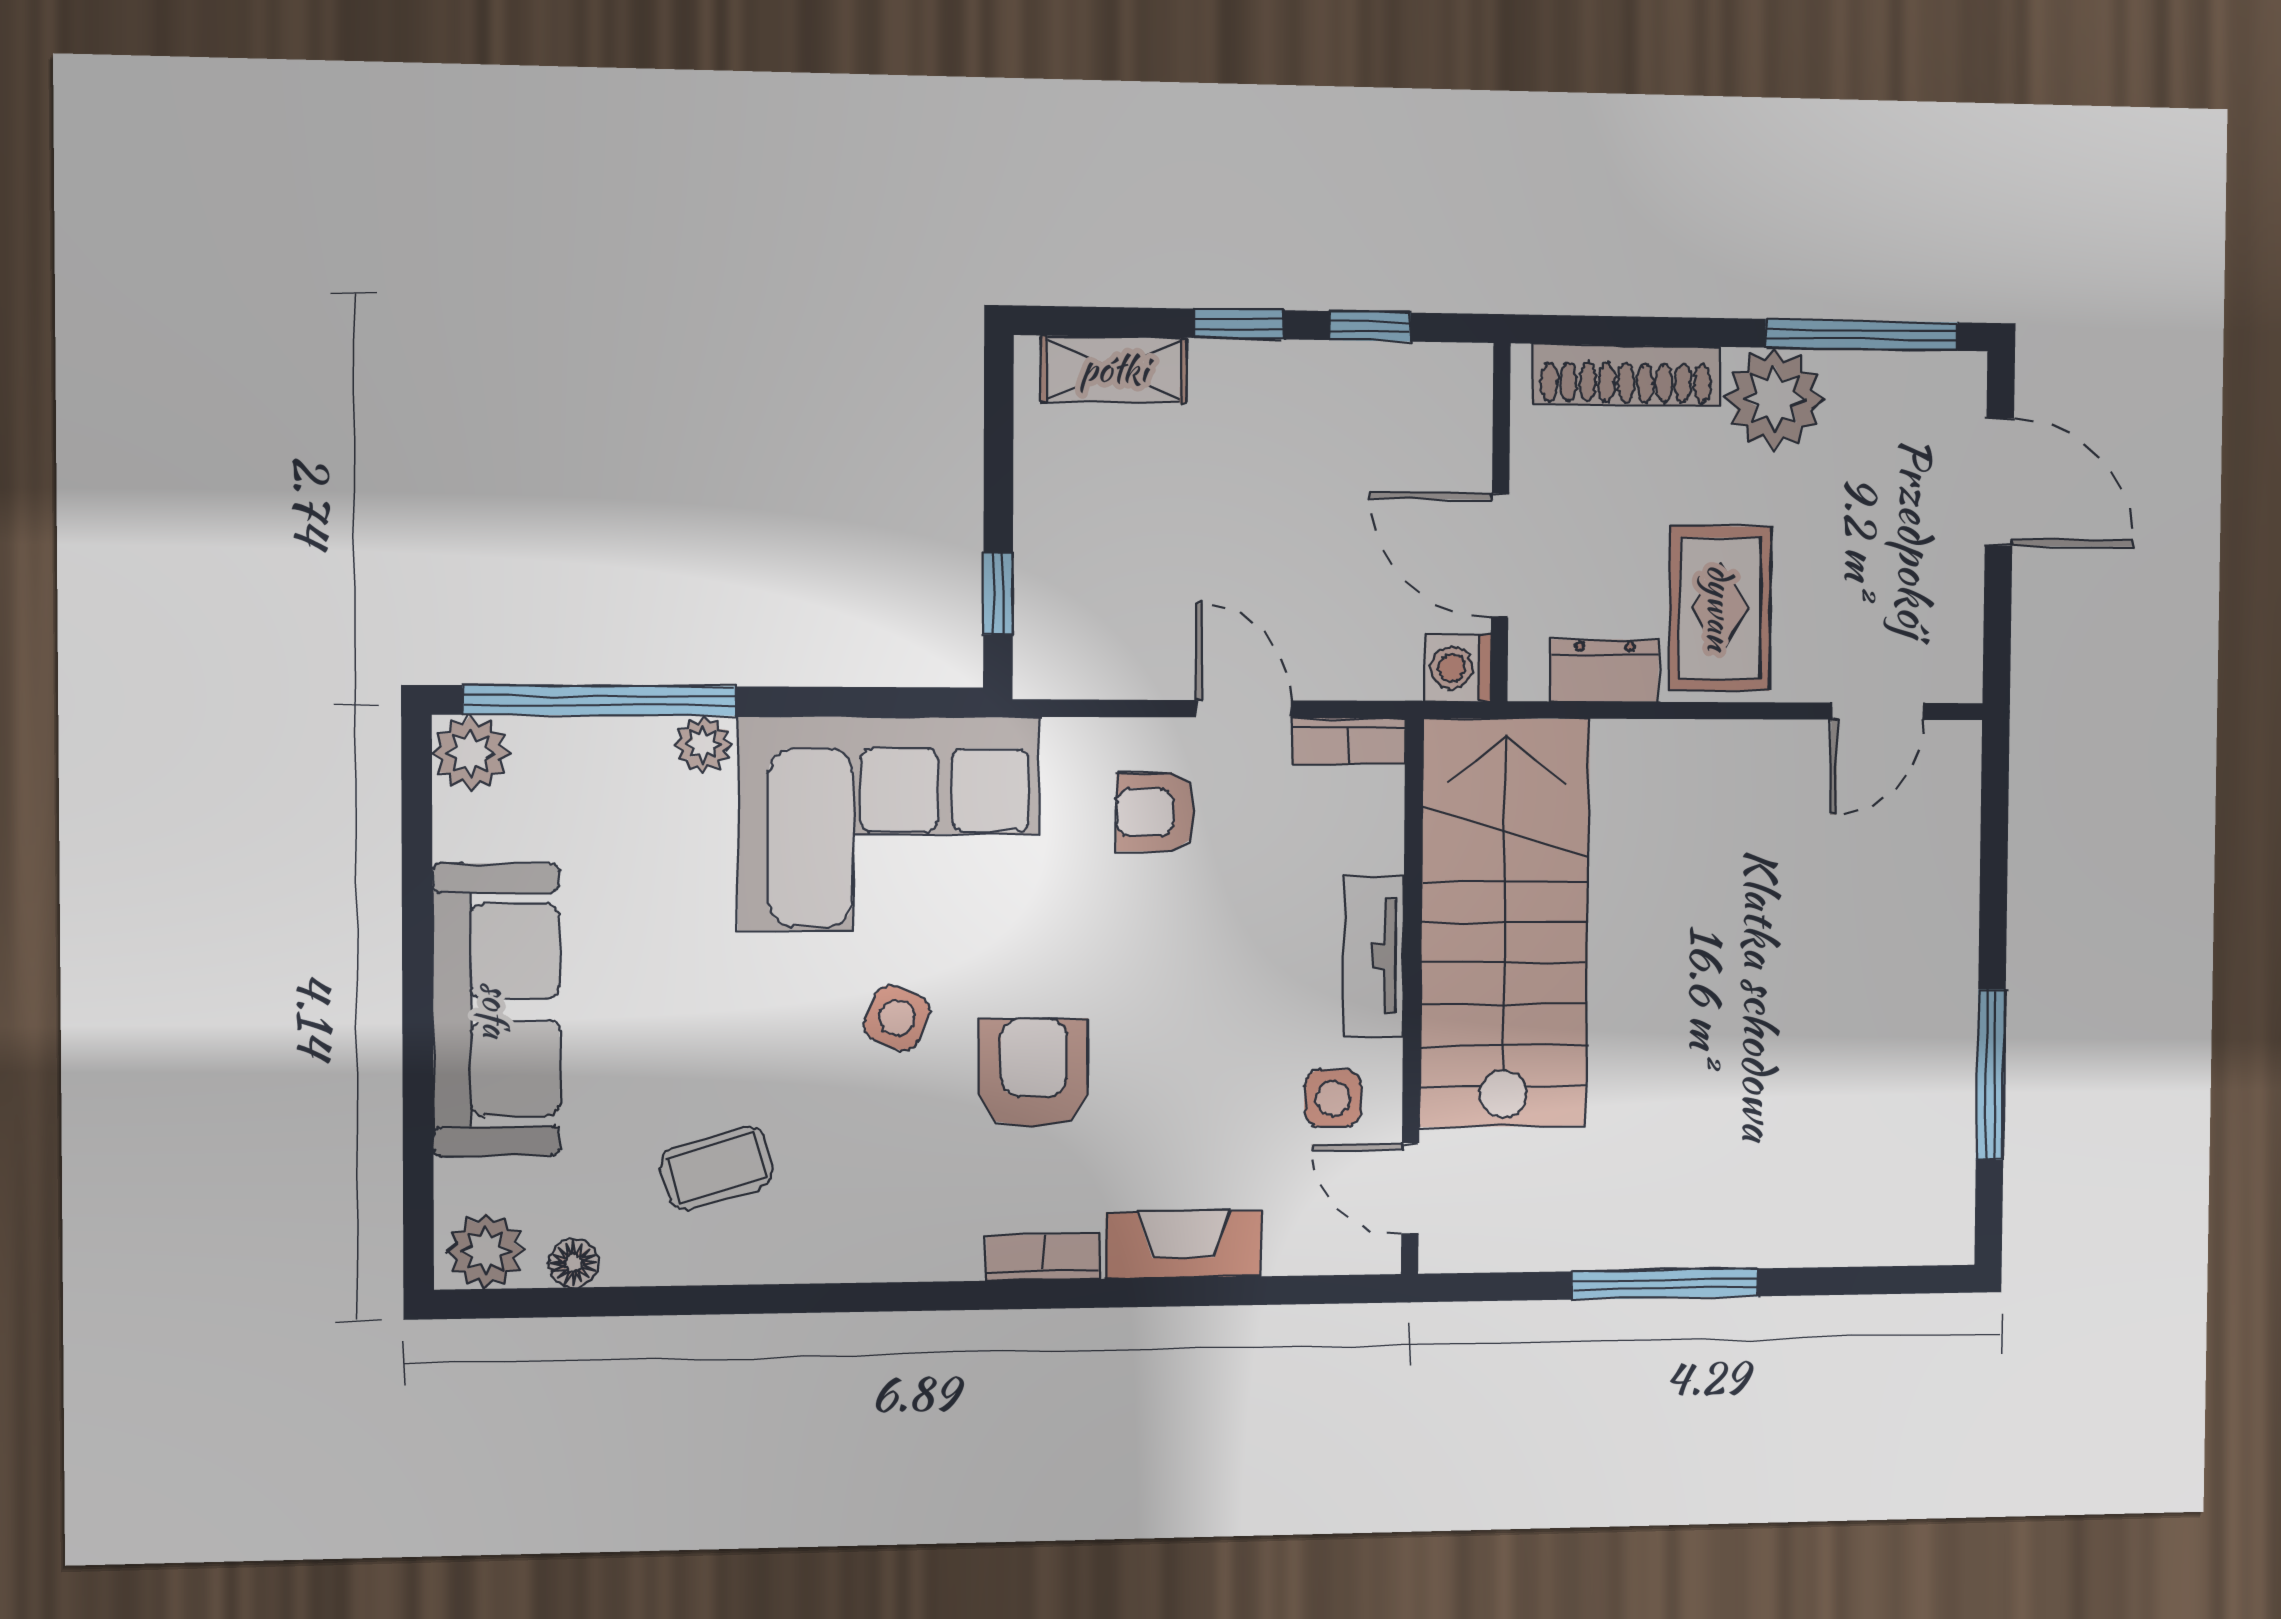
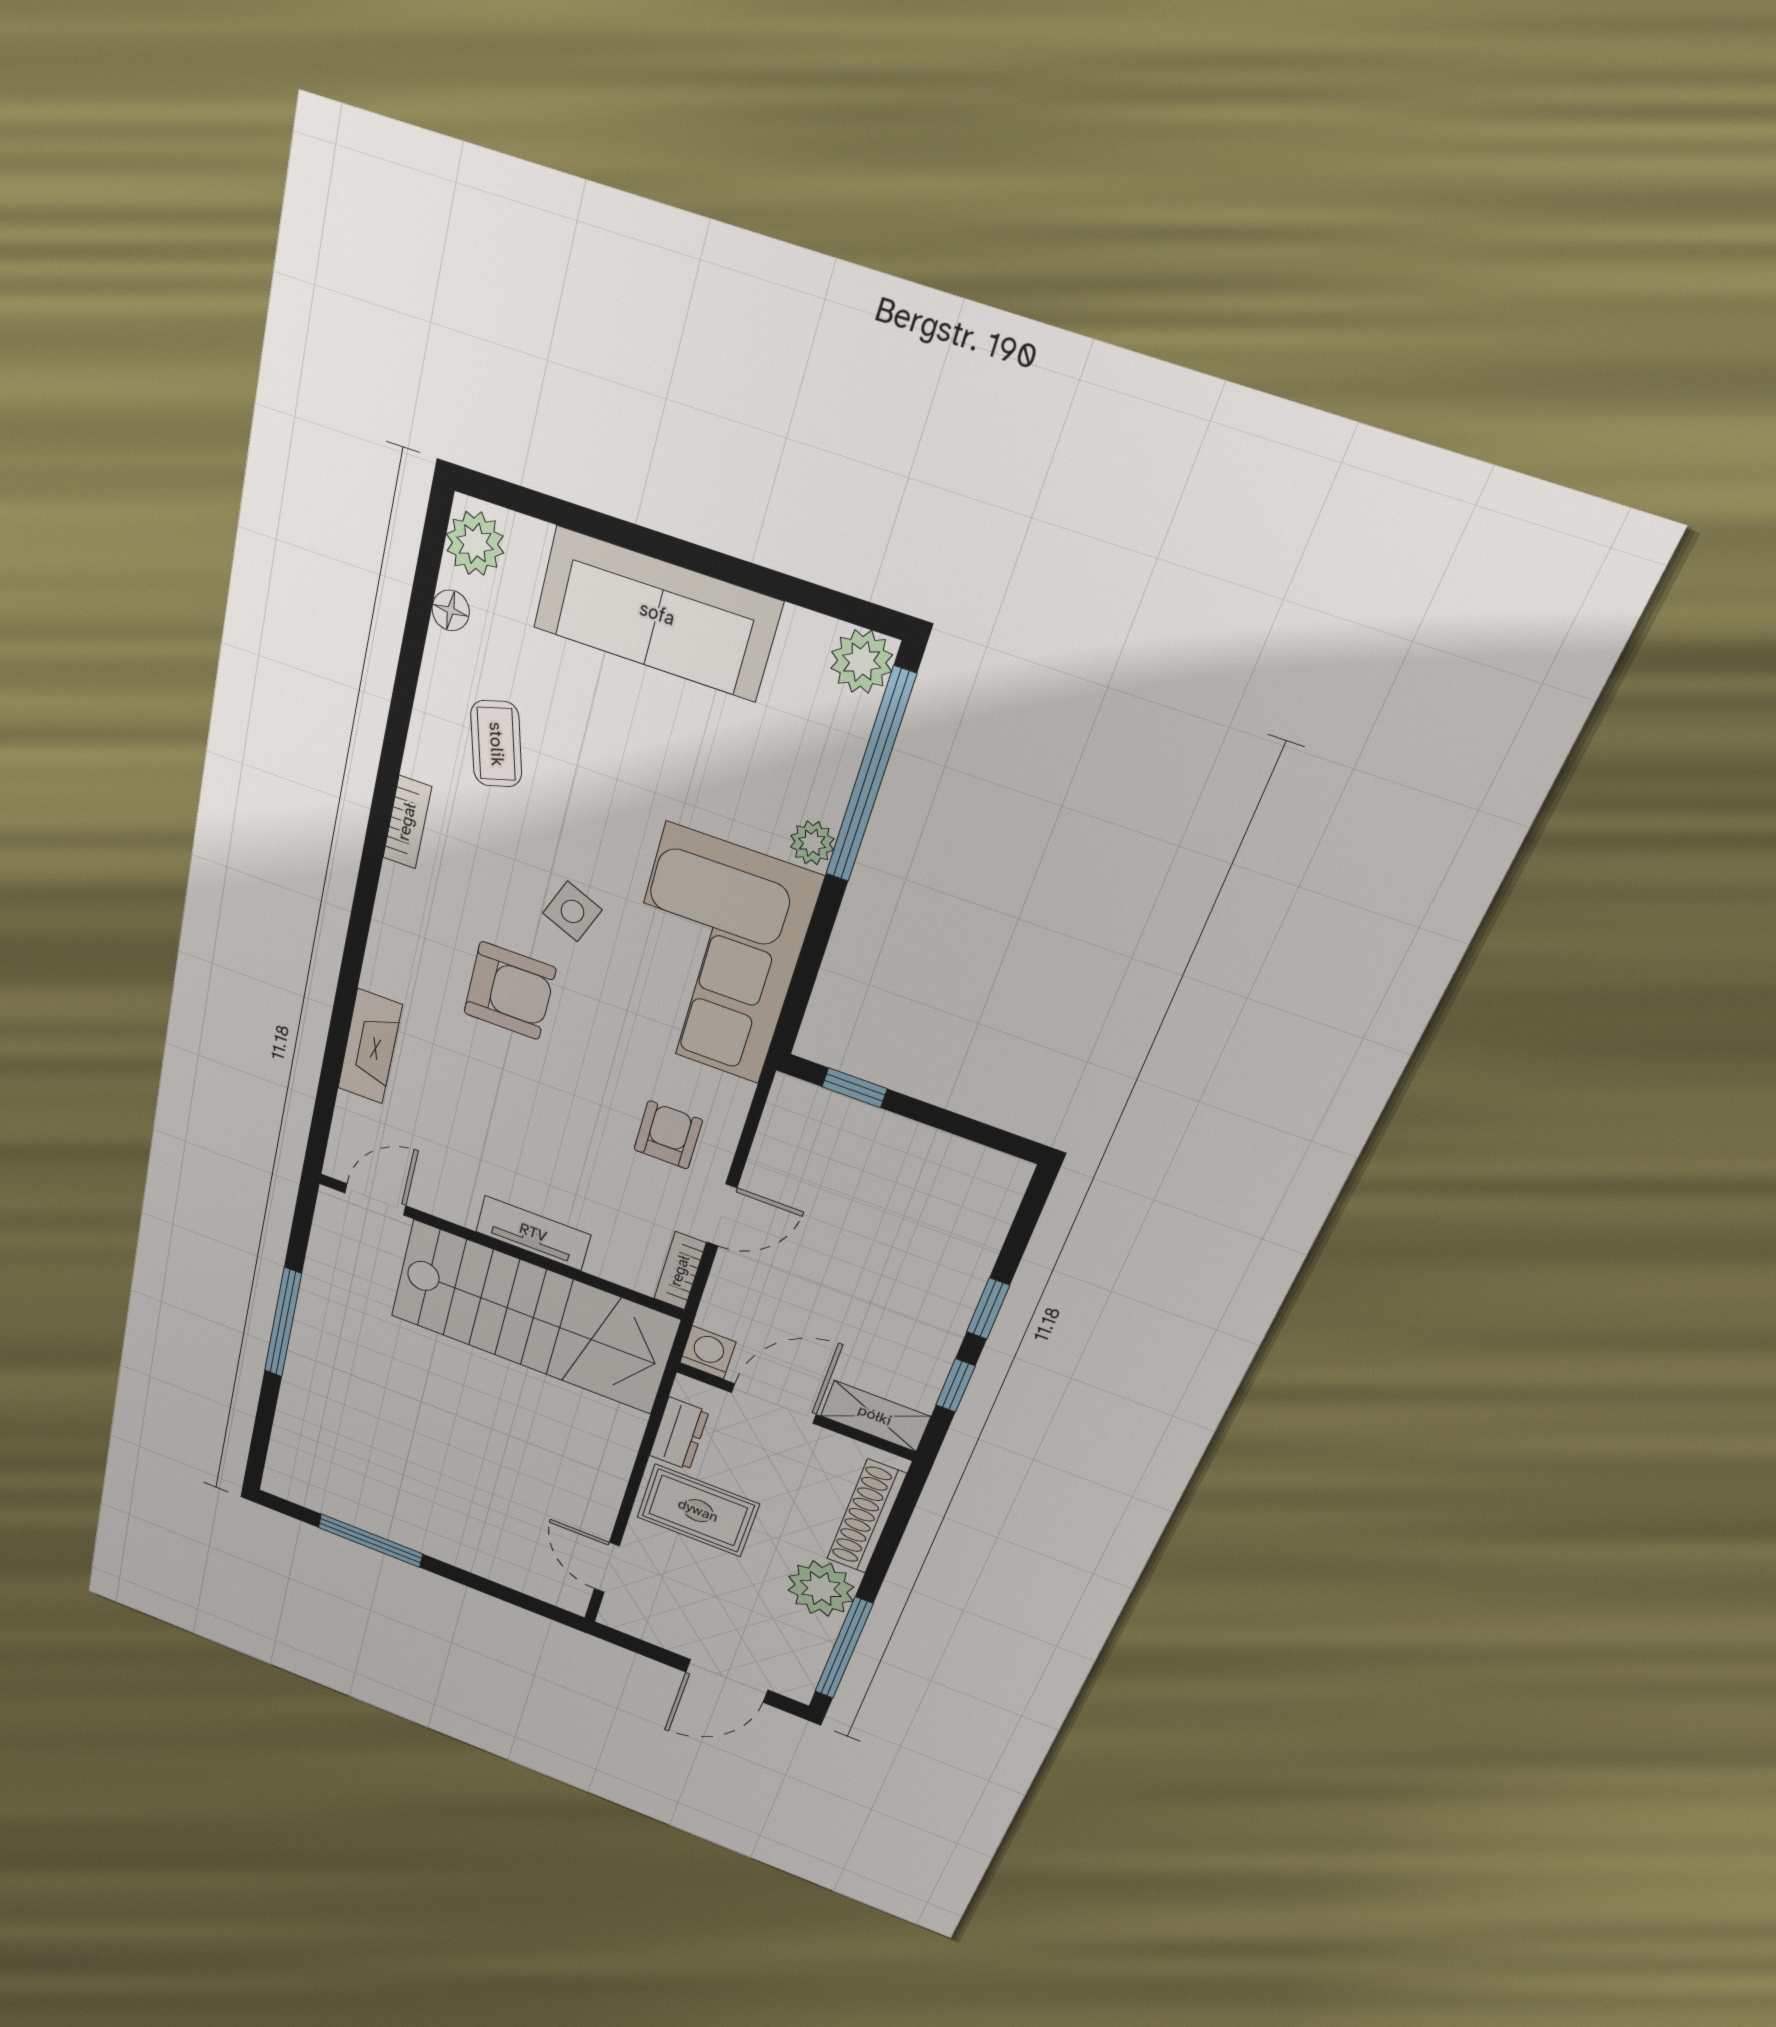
shelving: (1114, 369) -> (875, 1416), moved, turned 90
side table: (1333, 1098) -> (445, 1175), removed
bookcase: (1043, 1257) -> (407, 822), moved

